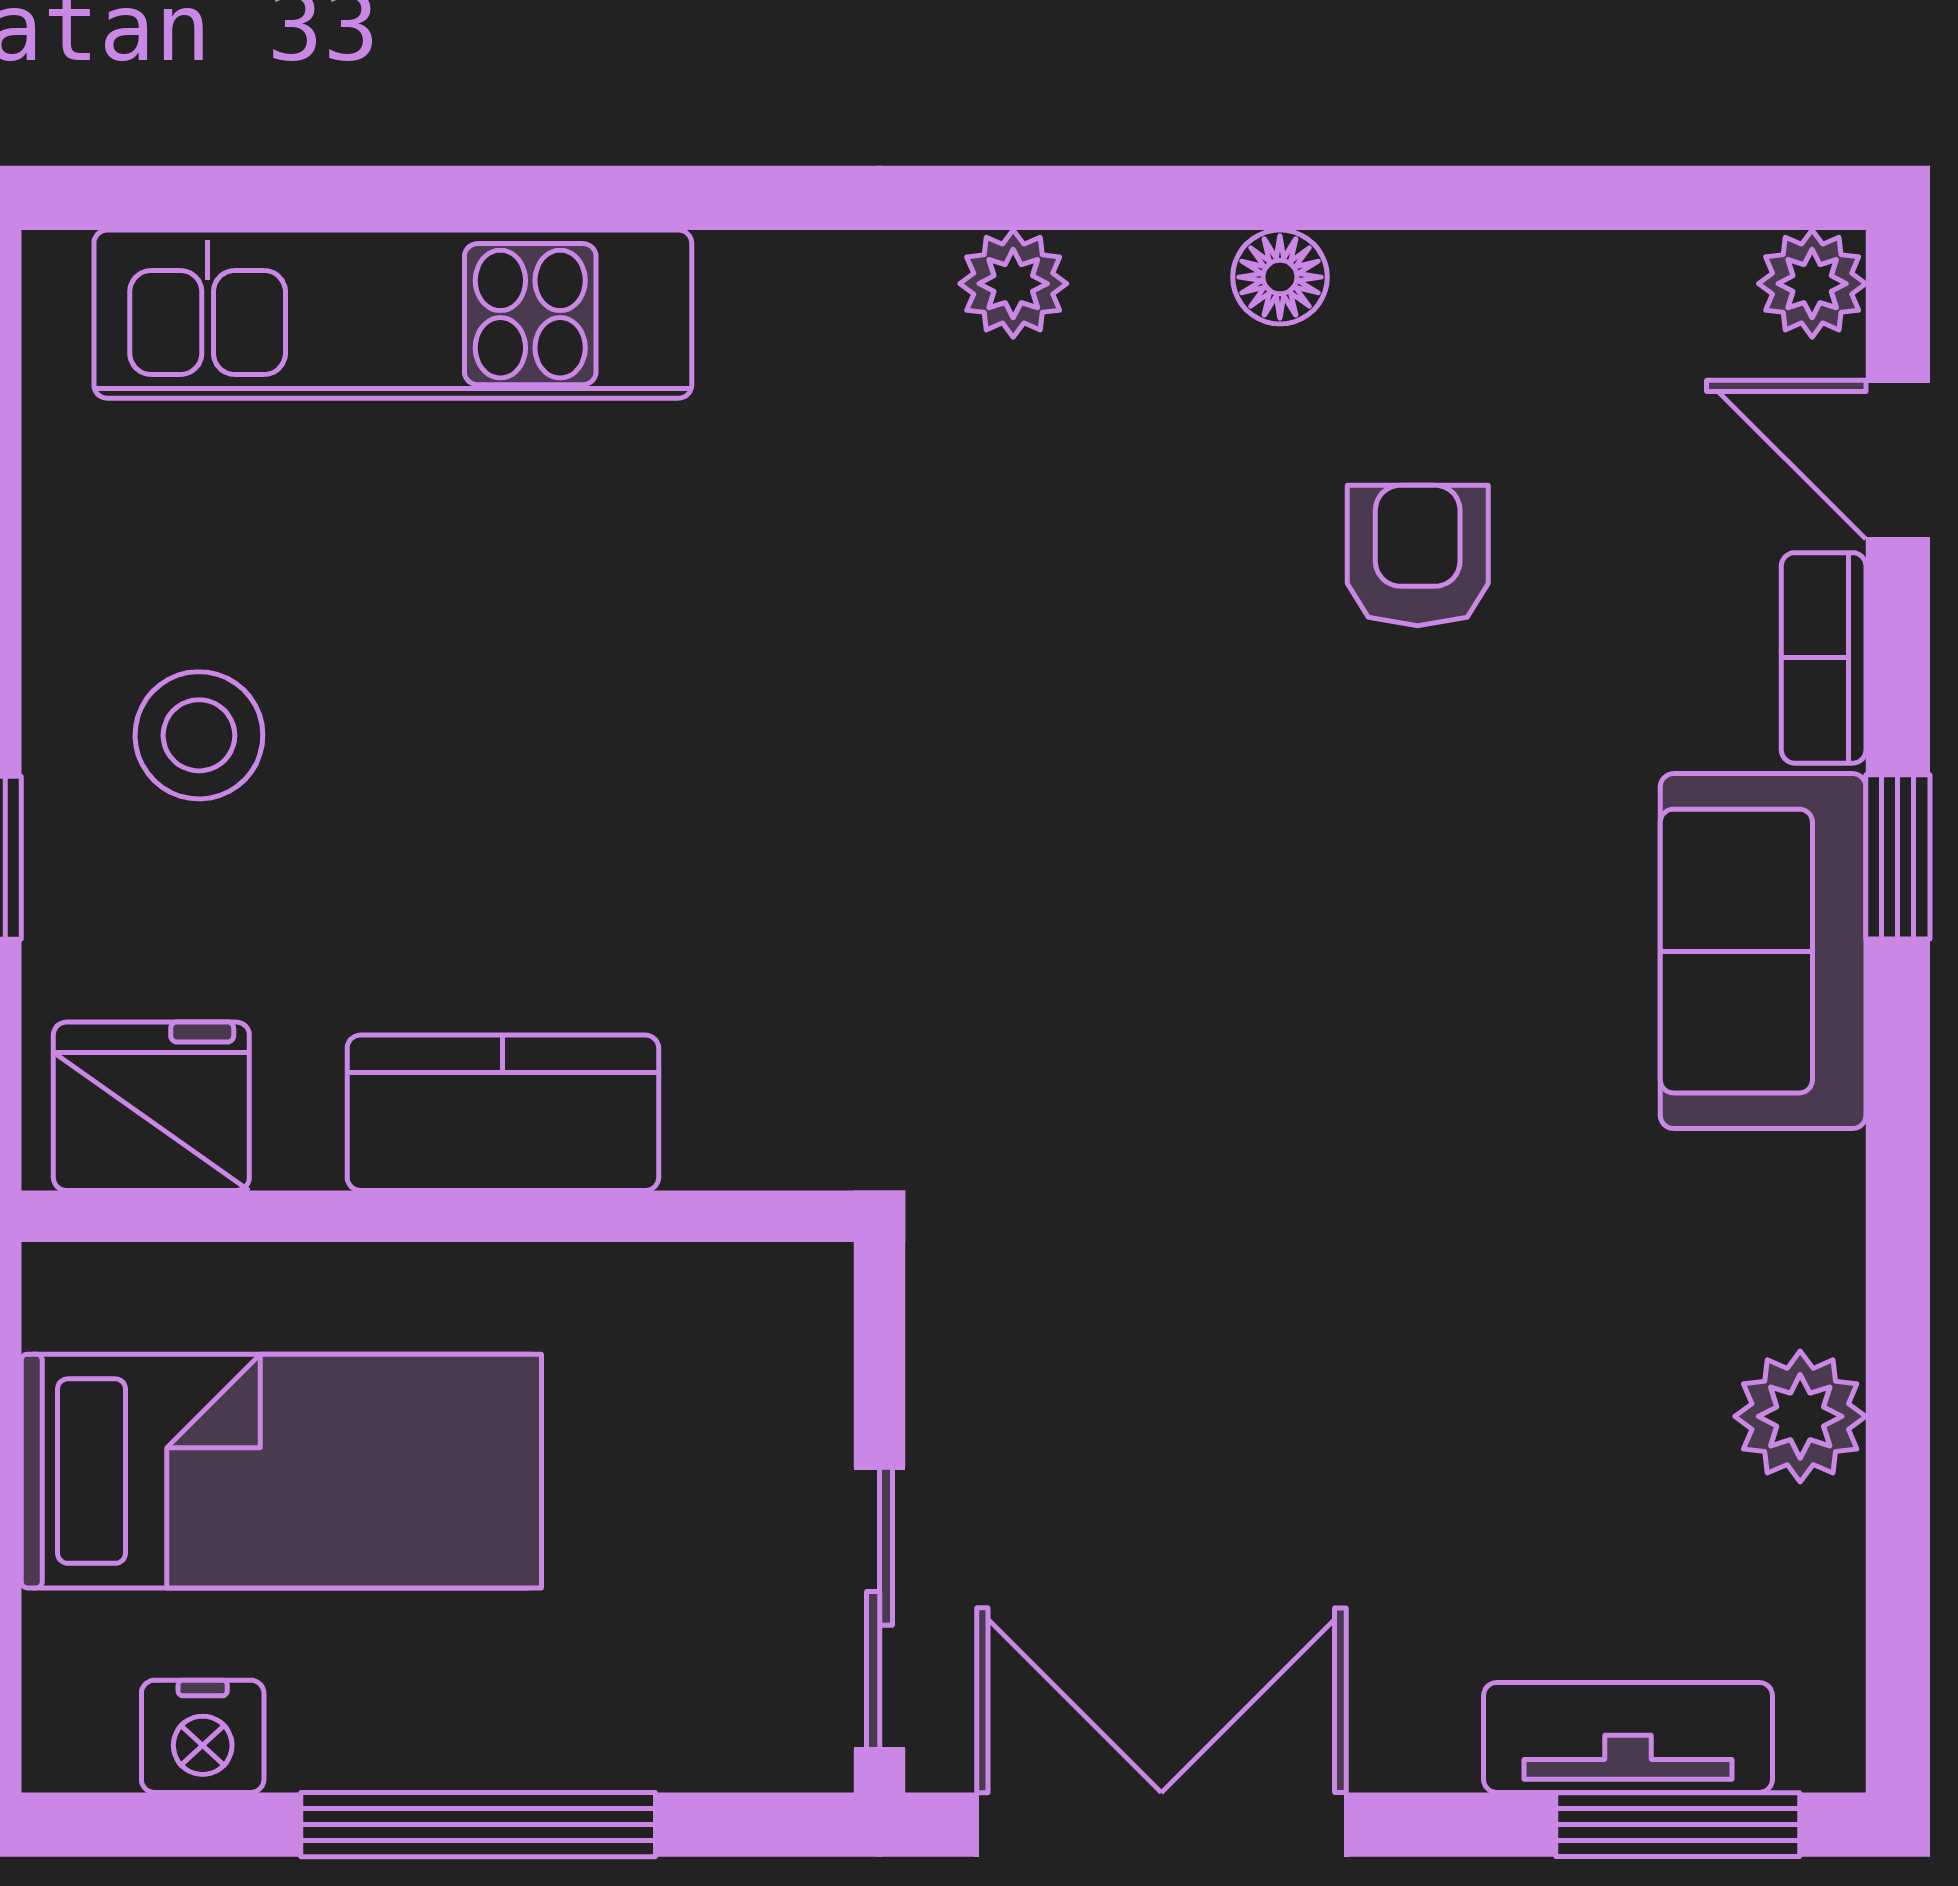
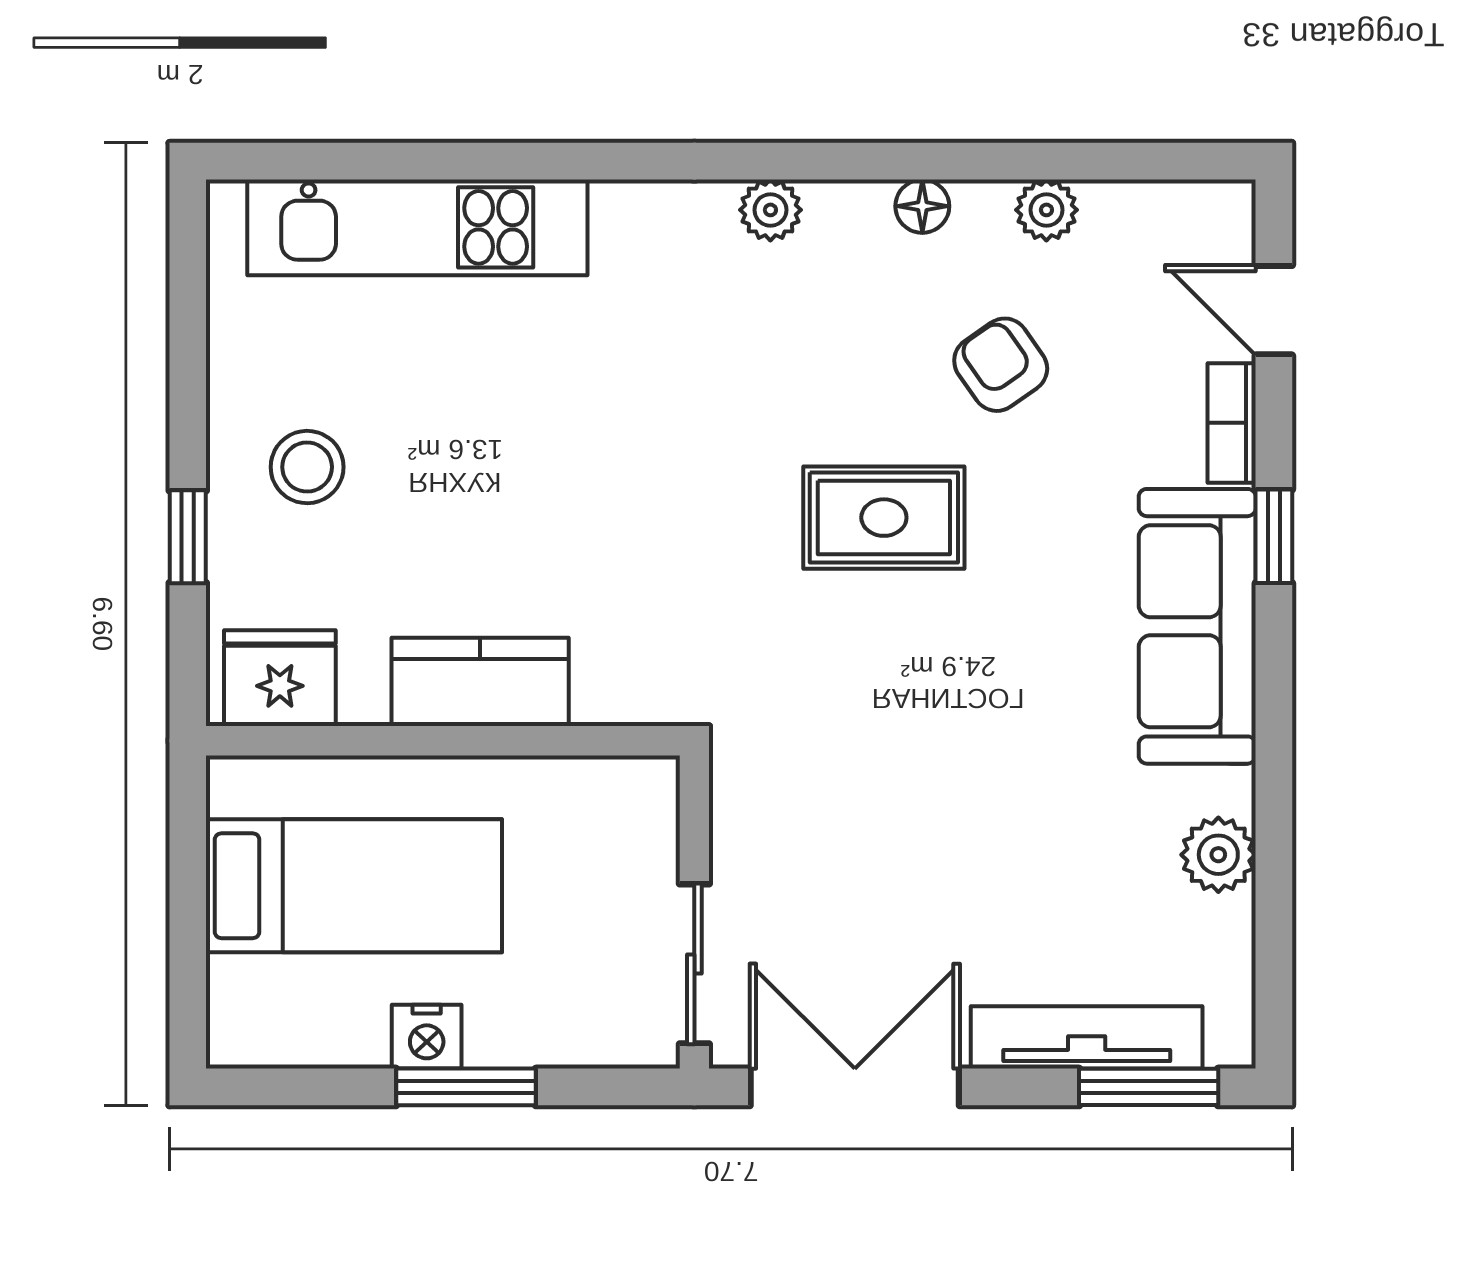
plant: (1812, 284) -> (1046, 210), moved
armchair: (1418, 555) -> (1001, 365), turned -35
rug: (1213, 824) -> (884, 518), added
sofa: (1763, 951) -> (1197, 626), width x1.36
nightstand: (203, 1736) -> (427, 1037), moved
tv unit: (1628, 1737) -> (1087, 1037), width x1.41
window: (478, 1825) -> (466, 1087), width x0.69

